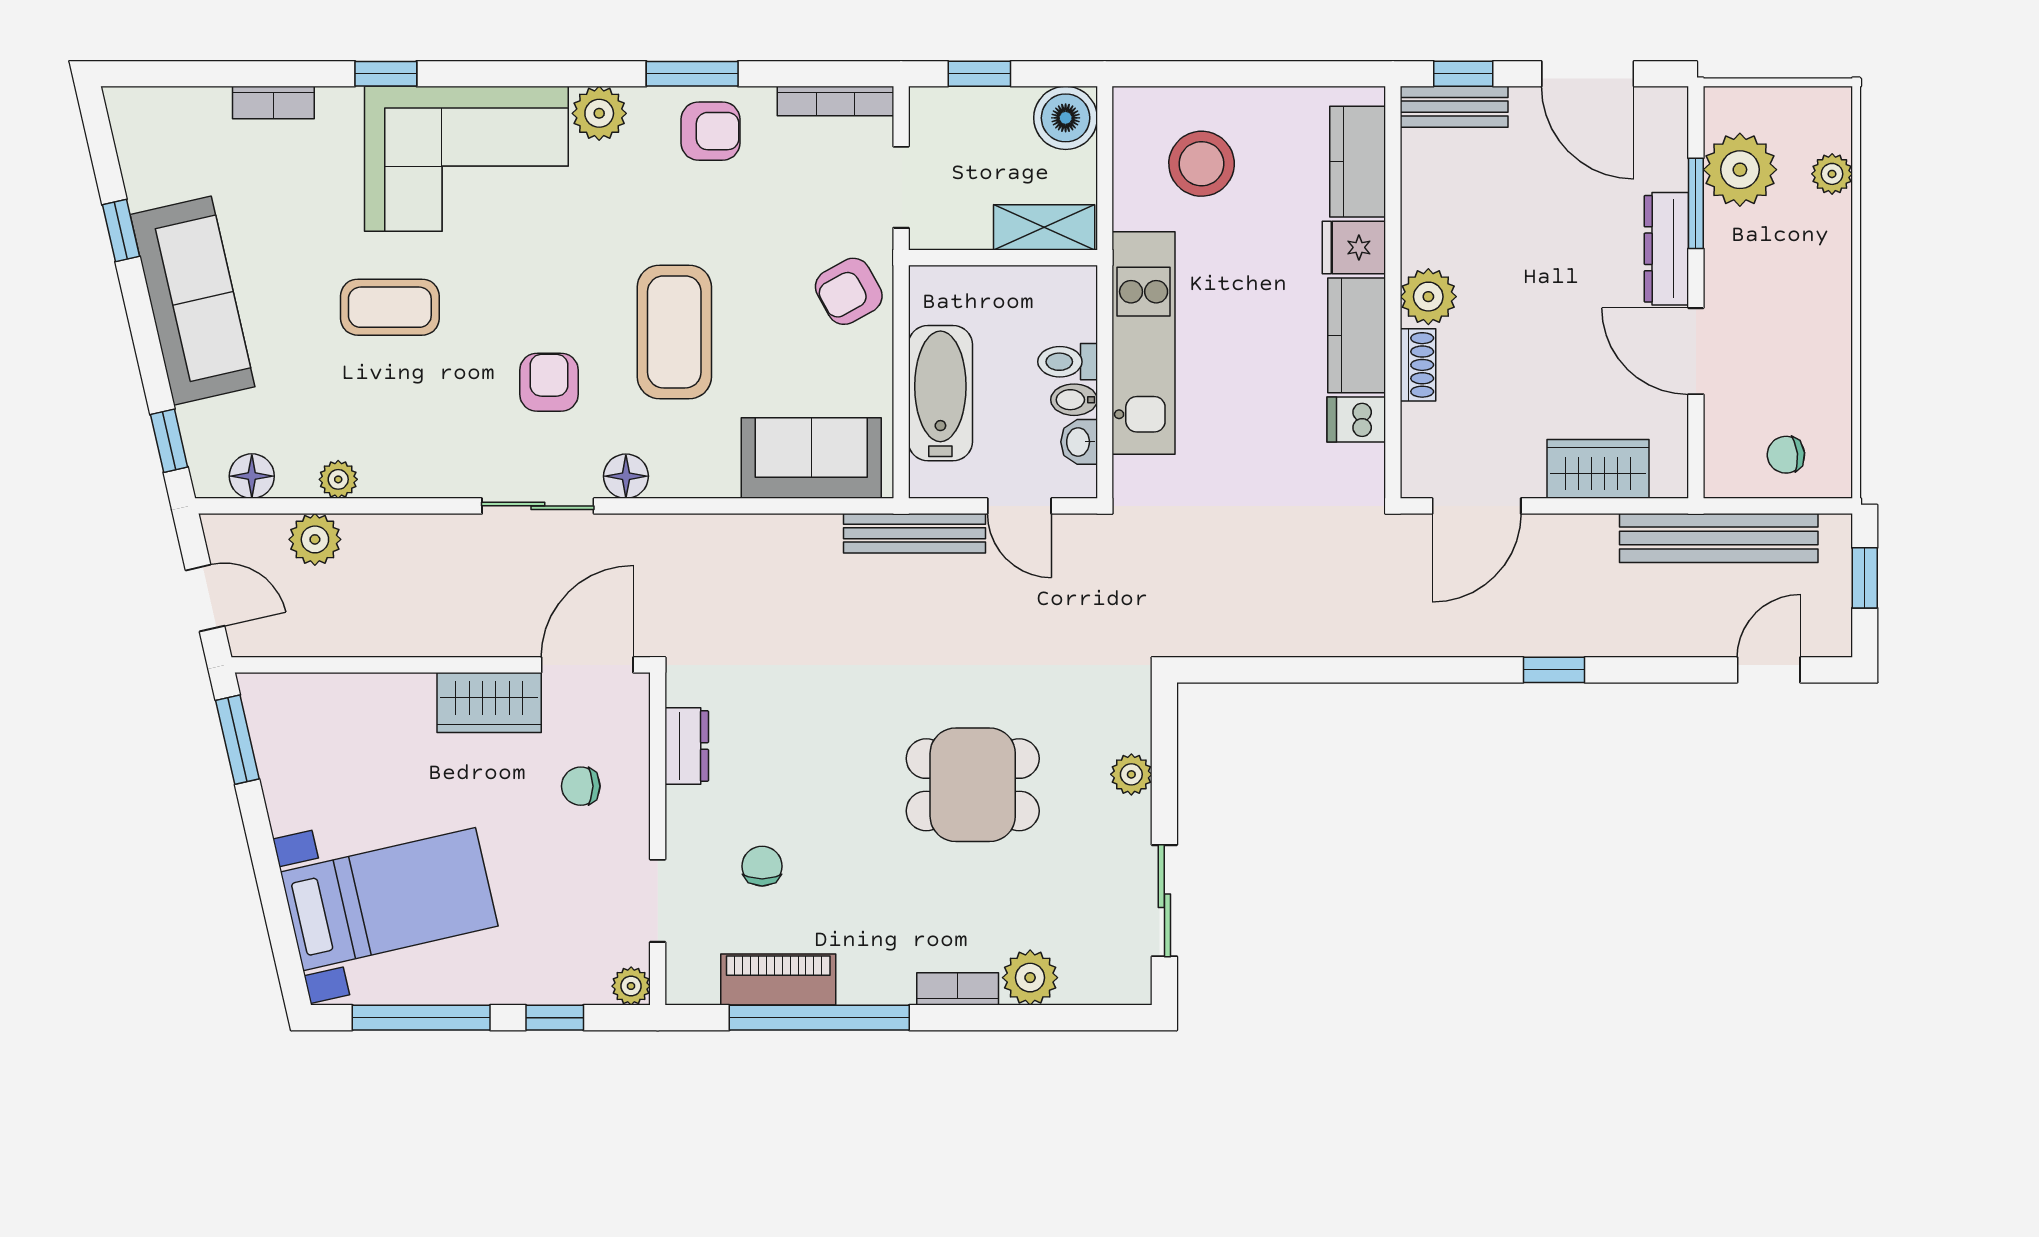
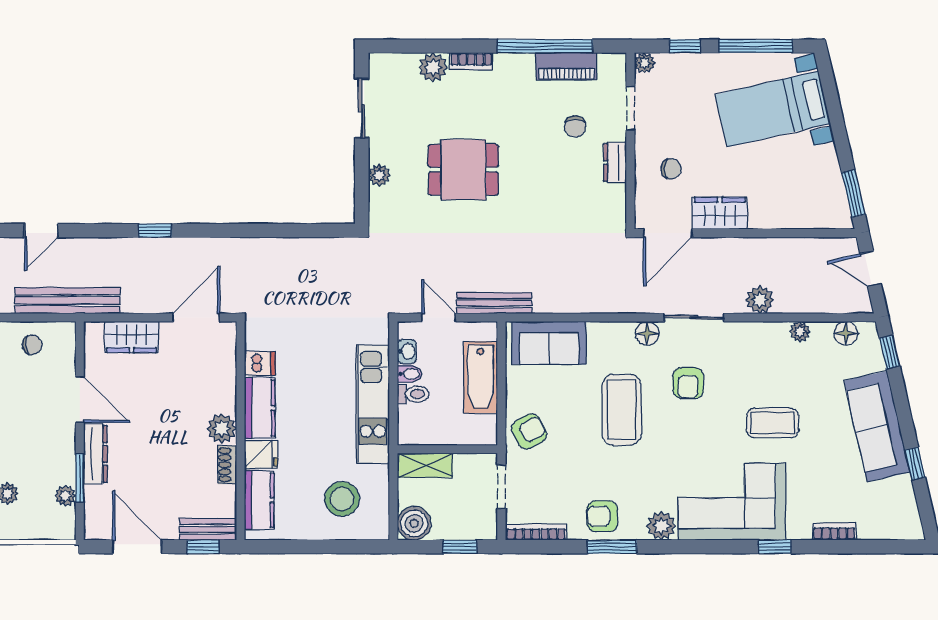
plant: (1740, 170) -> (65, 496), width x0.53, depth x0.53
shoe rack: (1418, 365) -> (227, 465), moved
plant: (315, 539) -> (760, 300), moved
dresser: (687, 746) -> (615, 163), moved

